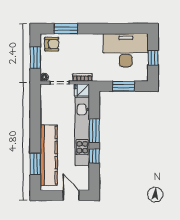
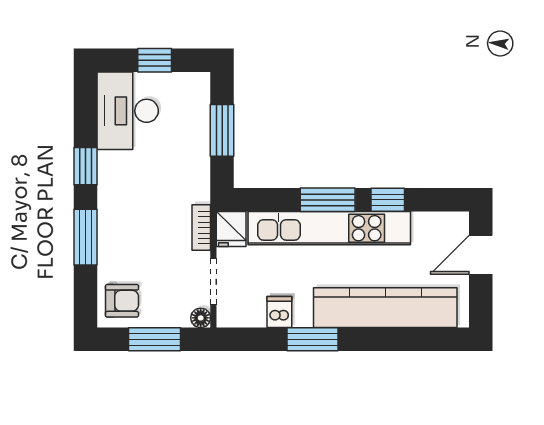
window: (66, 29) -> (85, 237), moved
window: (108, 29) -> (85, 166), added
armchair: (52, 44) -> (122, 301), turned 90
desk: (126, 50) -> (128, 111), width x0.73, depth x0.77
dishwasher: (47, 110) -> (279, 312), added
window: (35, 164) -> (313, 339), moved

